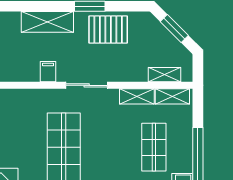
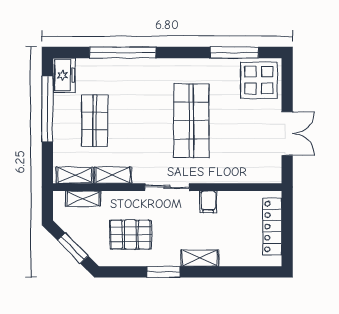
shelving: (47, 22) -> (200, 258), width x0.67, depth x0.75
pallet: (108, 30) -> (130, 235), moved

